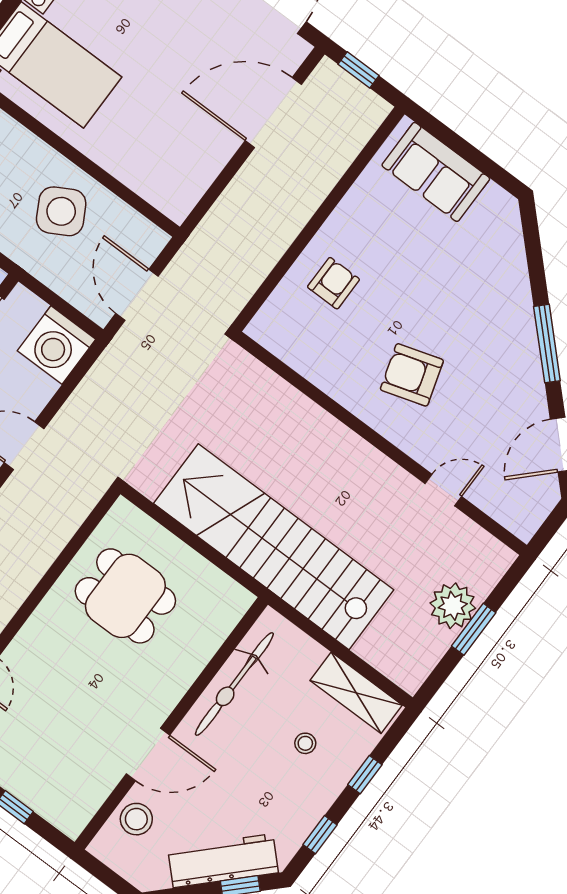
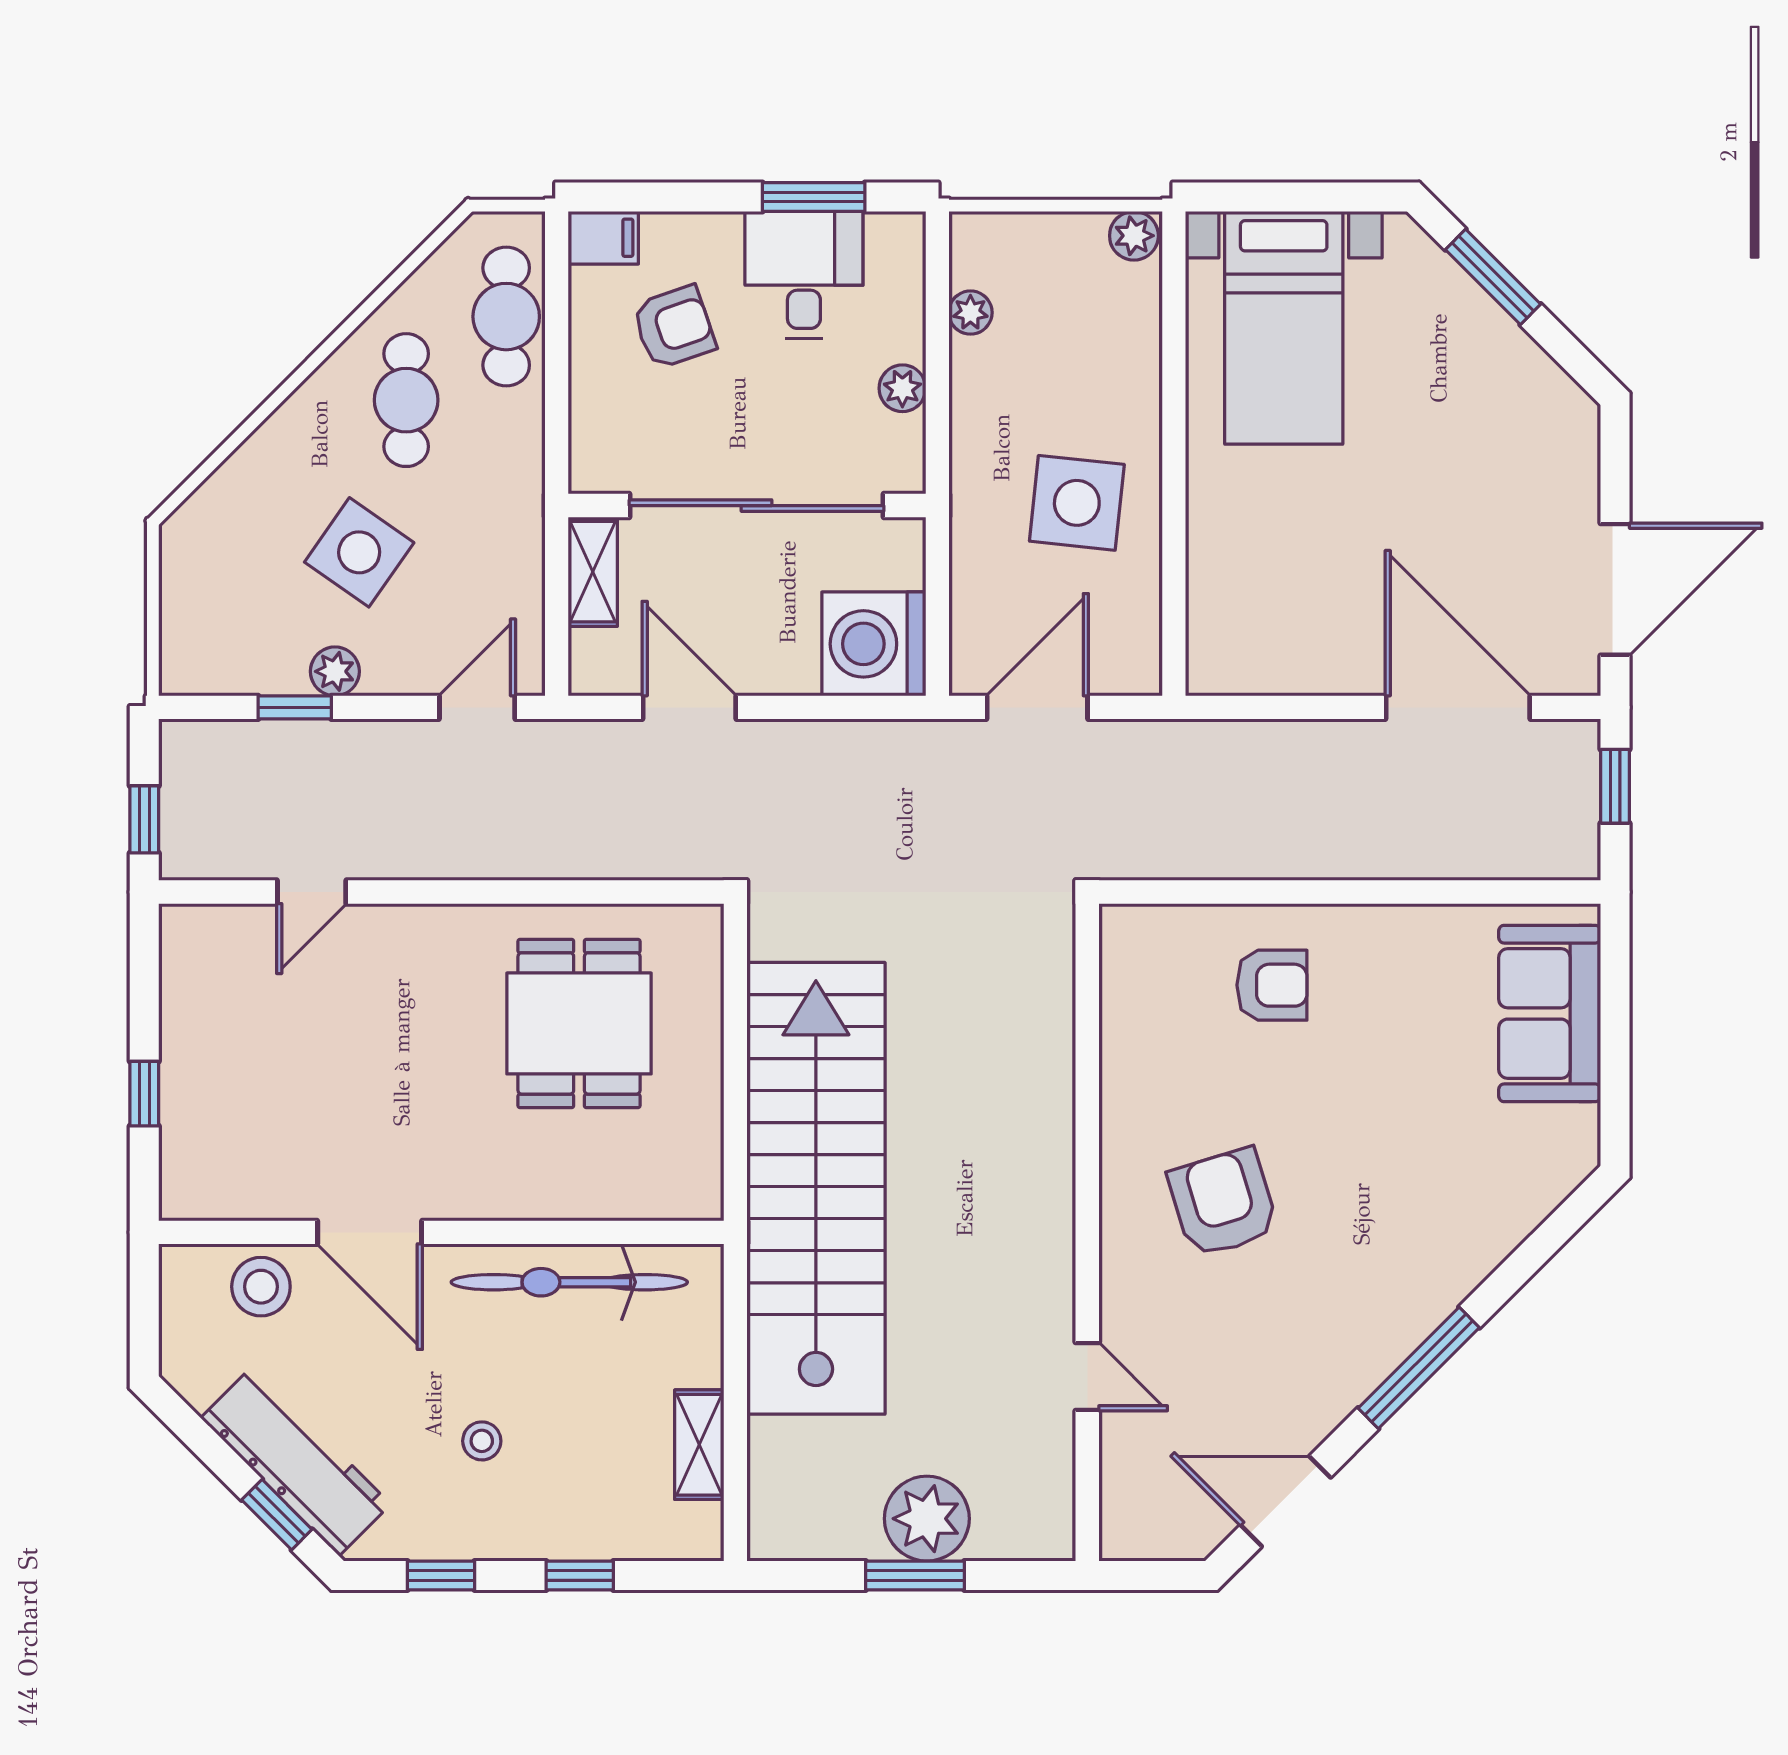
side table: (61, 211) -> (1077, 503), turned 35
shelving: (356, 693) -> (699, 1445), width x0.67, depth x0.75
stool: (305, 743) -> (482, 1441), moved

